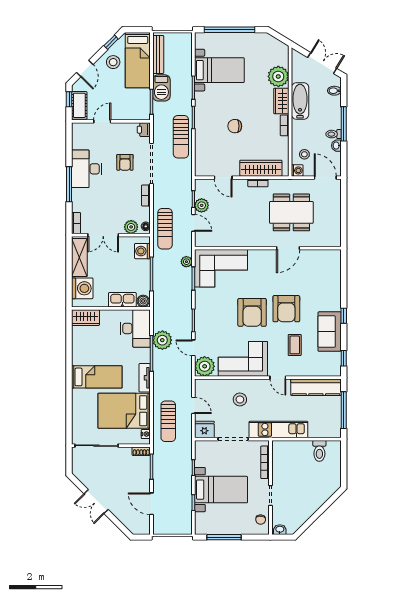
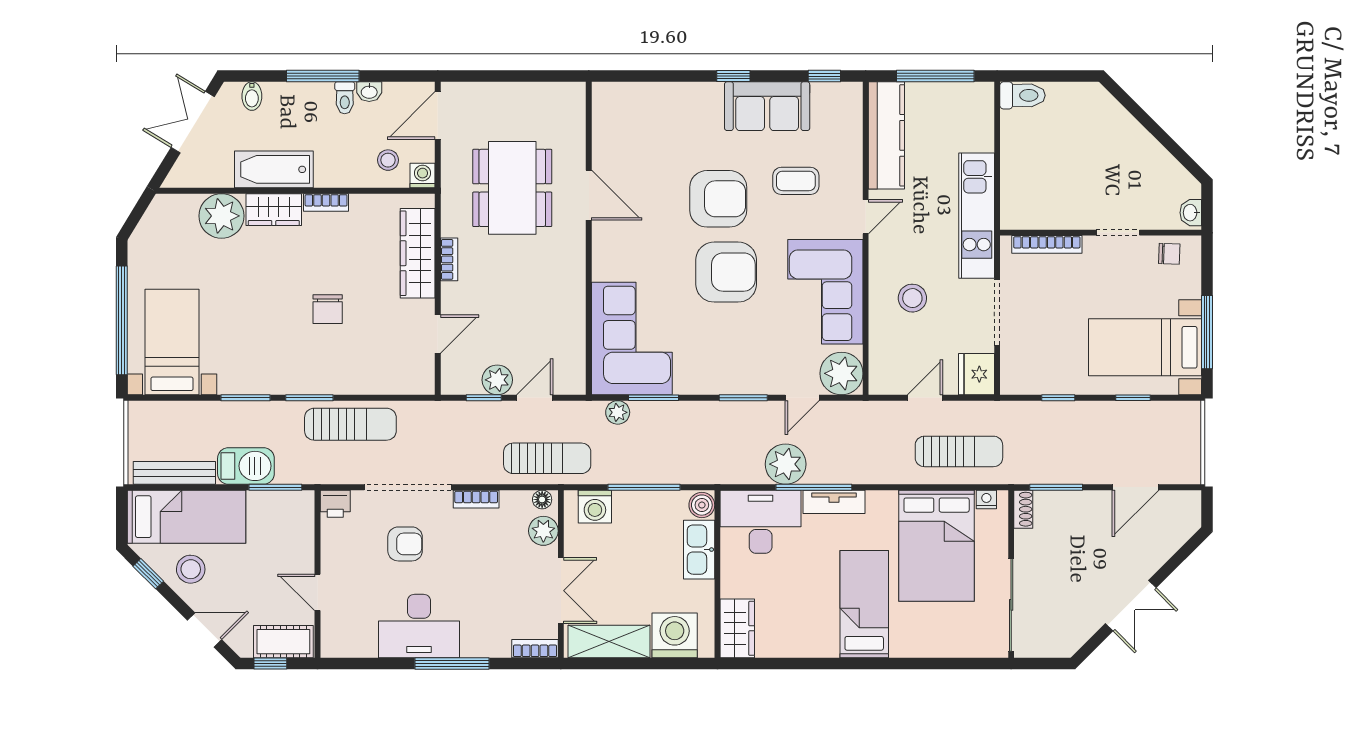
bed with nightstands: (219, 70) -> (172, 342), moved
tv unit: (145, 378) -> (834, 502), moved
toilet: (319, 451) -> (1022, 95), moved
bed with nightstands: (221, 490) -> (1145, 347), moved, turned -90

